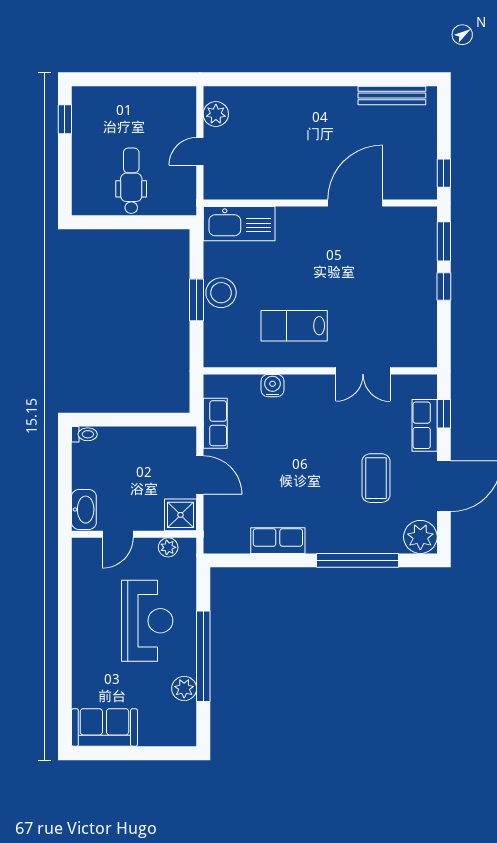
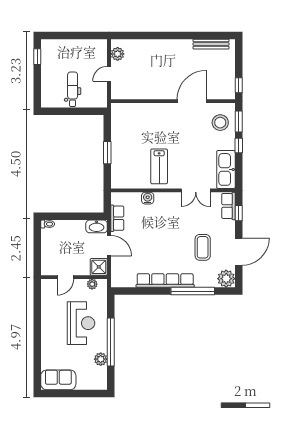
kitchen sink: (239, 224) -> (226, 169), moved, turned 90
stool: (221, 293) -> (220, 123), moved
lab bench: (294, 326) -> (159, 166), turned -90
row of seats: (425, 425) -> (228, 206), moved
washbasin: (84, 510) -> (97, 226), moved, turned 90
row of seats: (278, 541) -> (165, 281), width x2.02

